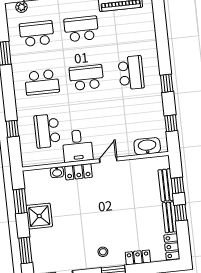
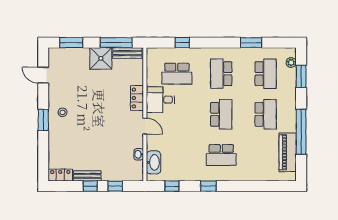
school desk: (47, 131) -> (177, 74), turned 180
washbasin: (57, 172) -> (139, 154), moved
bench: (166, 185) -> (127, 53), moved
window: (20, 201) -> (116, 43), width x1.44
locker: (138, 257) -> (54, 143), removed

